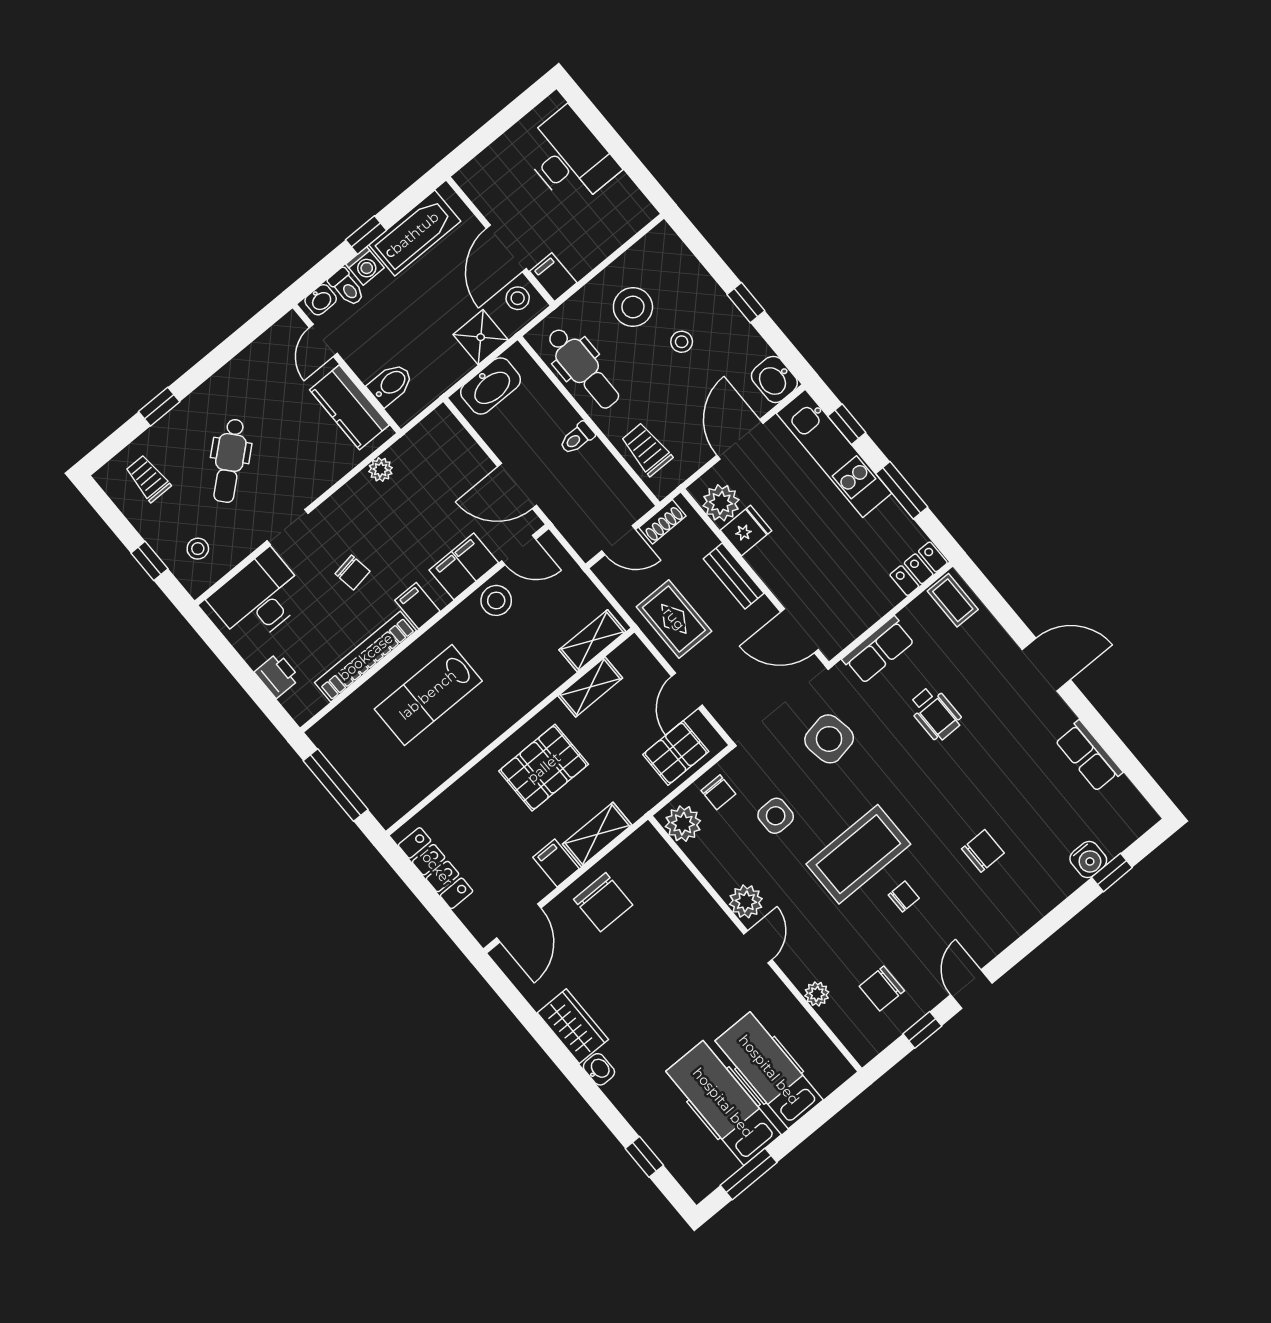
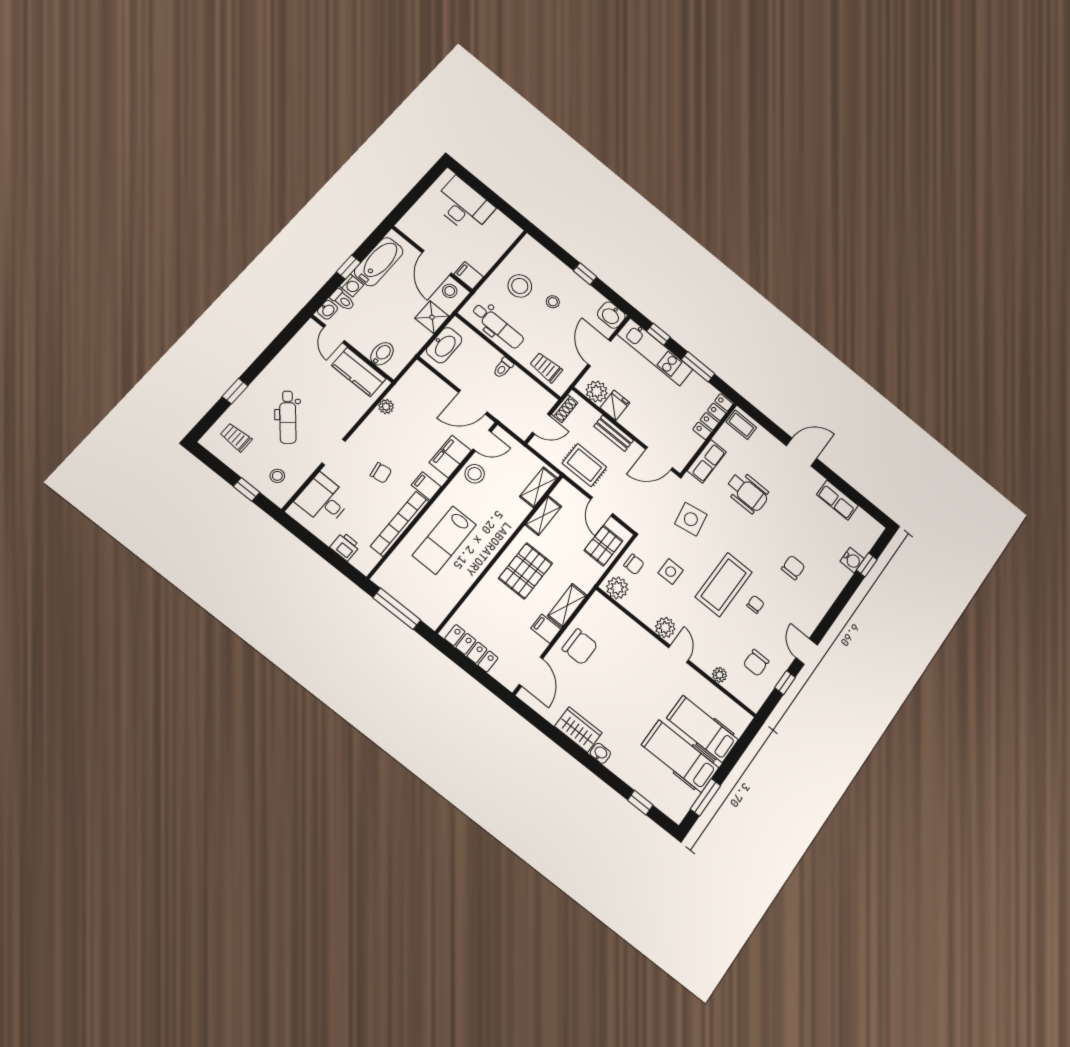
locker: (919, 569) -> (713, 417), width x1.53
desk: (259, 598) -> (323, 500), width x0.73
wheelchair: (935, 713) -> (747, 492), width x1.36, depth x1.37

